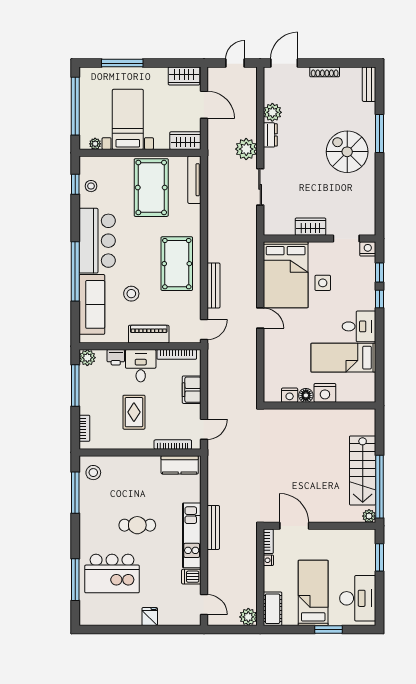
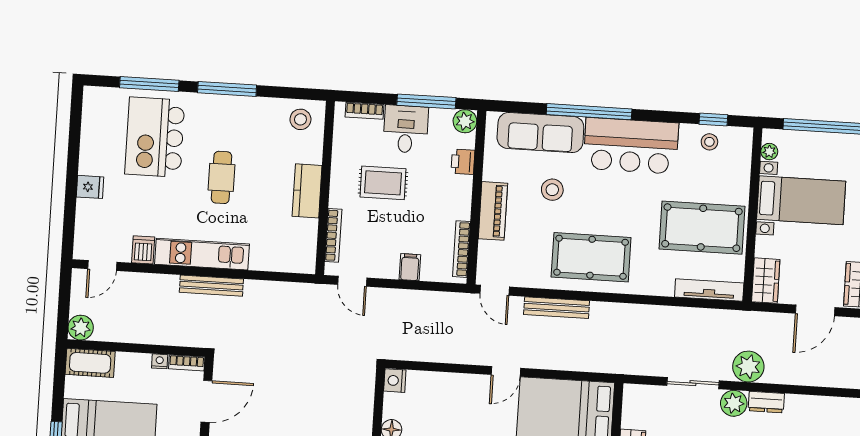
plant: (272, 112) -> (734, 403), moved
desk: (141, 366) -> (406, 129), moved, turned -90
filing cabinet: (192, 390) -> (410, 267), width x0.50
nightstand: (290, 395) -> (395, 381), moved
kitchen counter: (180, 465) -> (307, 191), moved
window: (75, 493) -> (227, 89), moved

